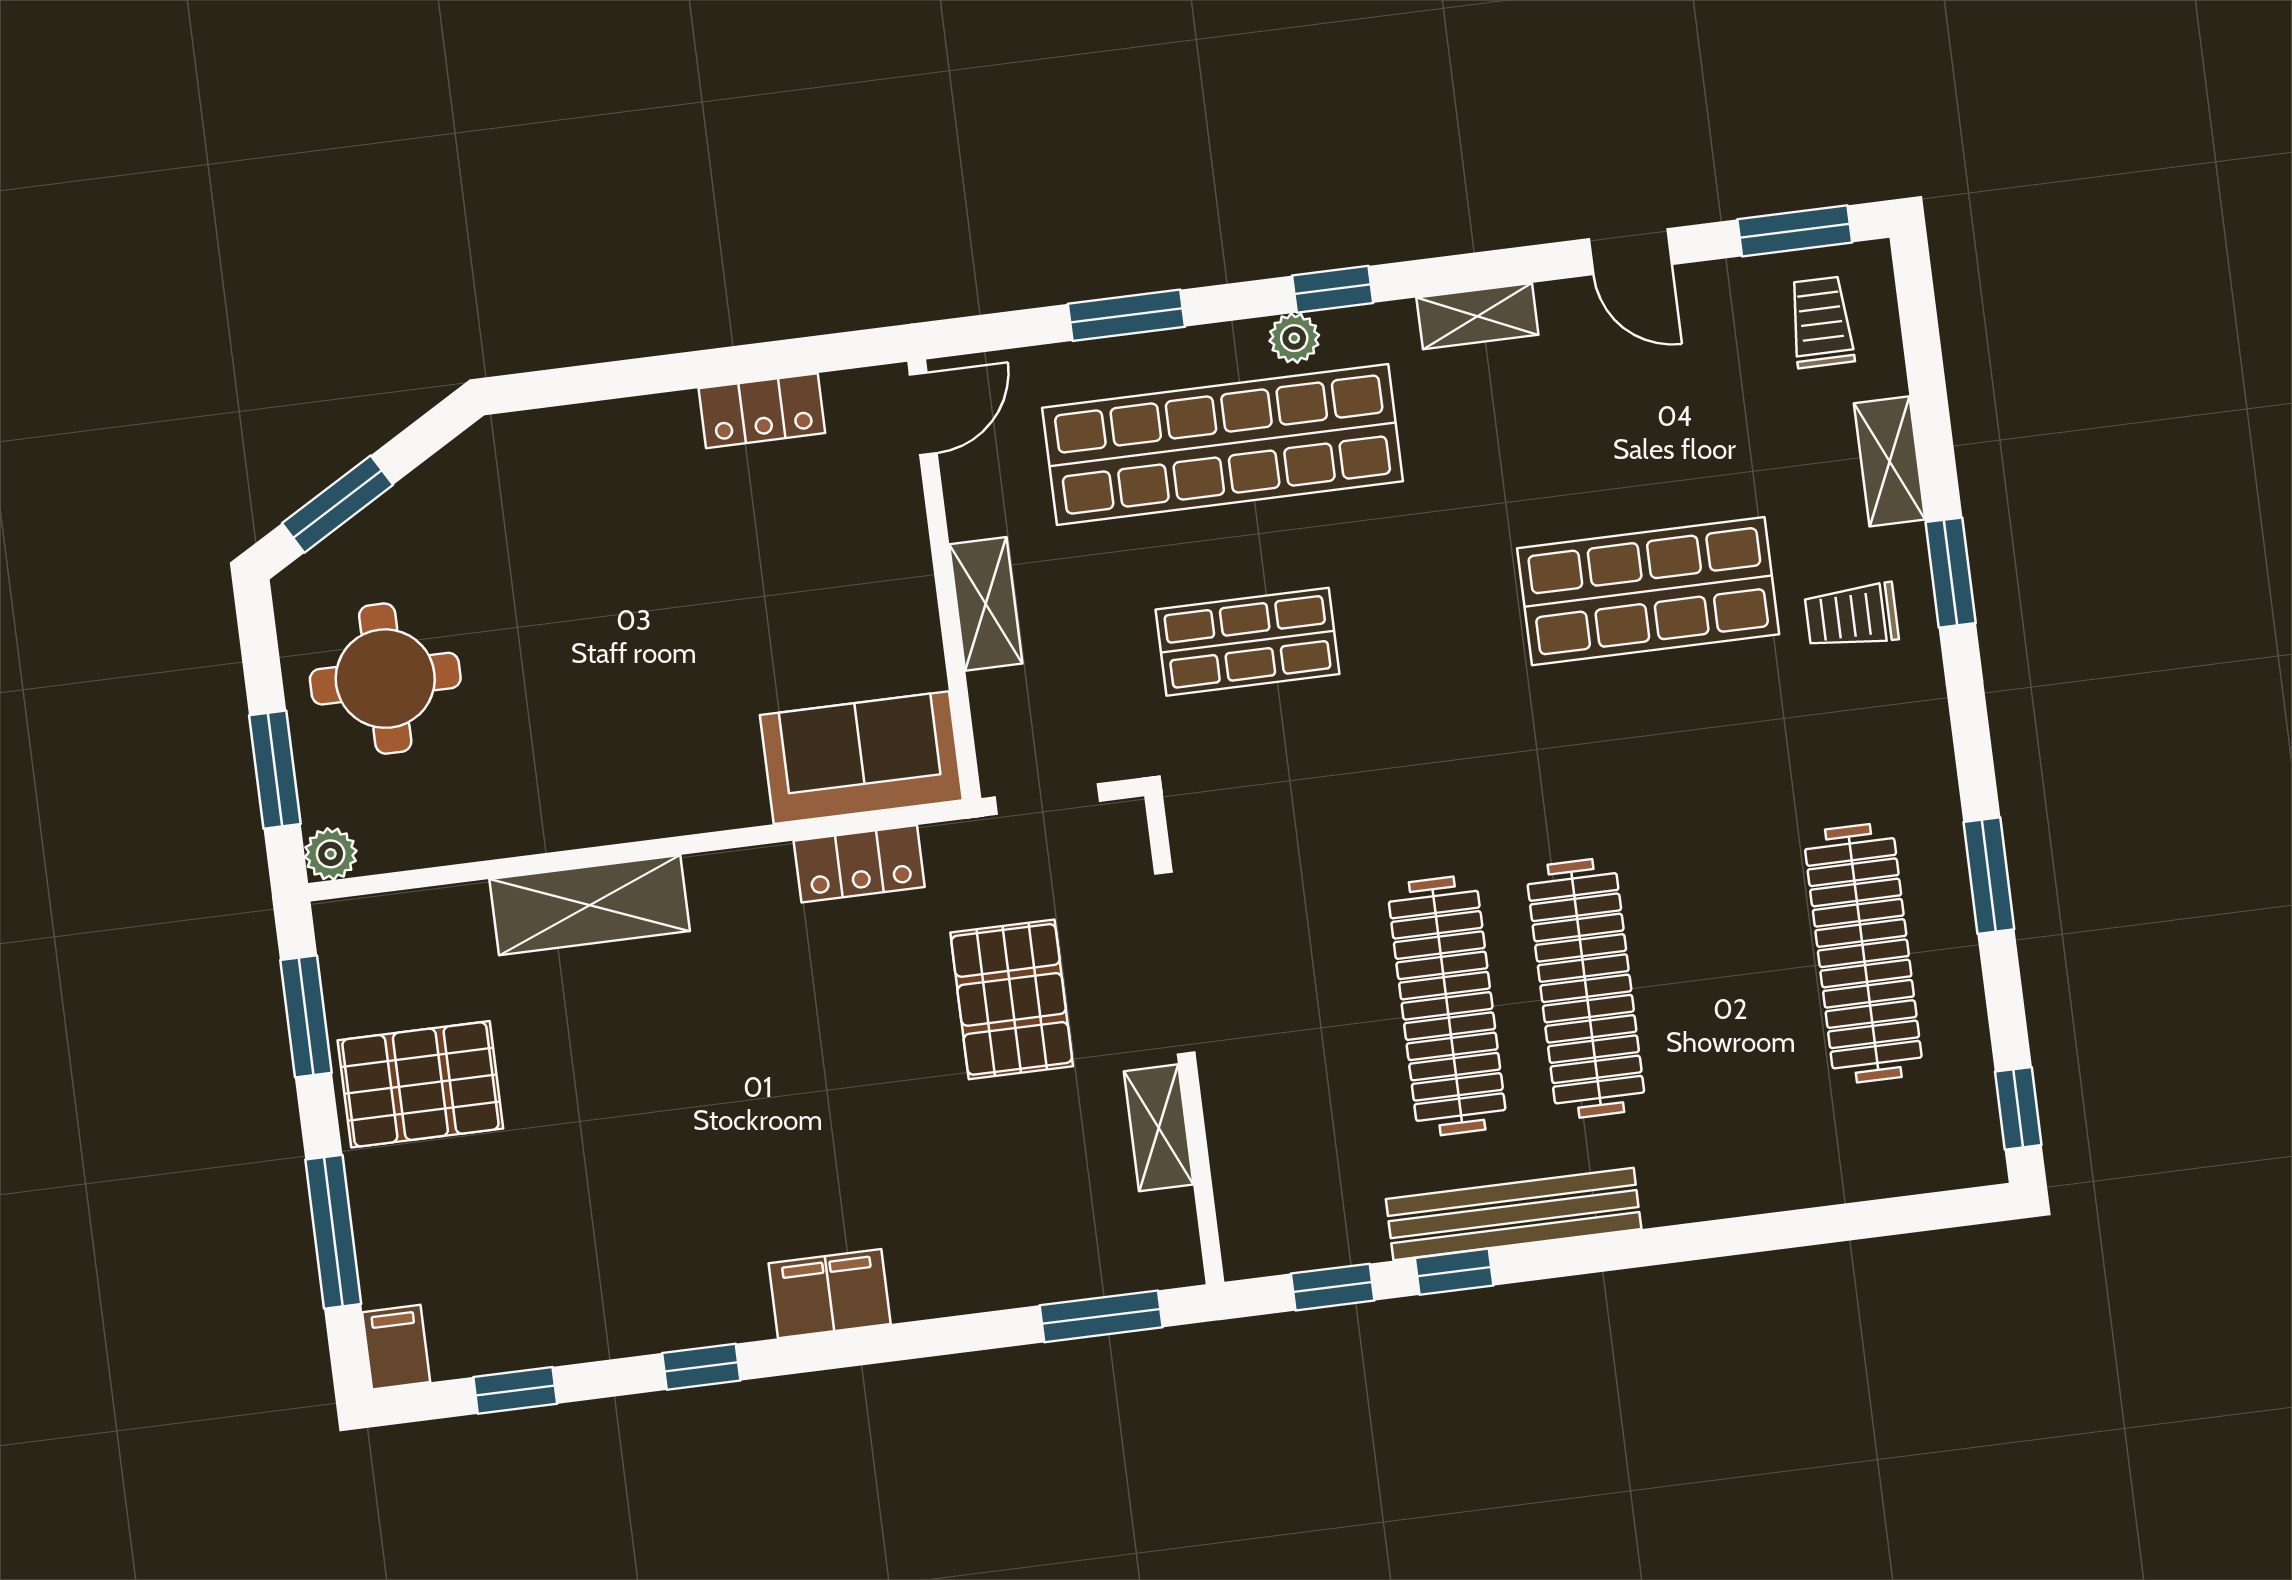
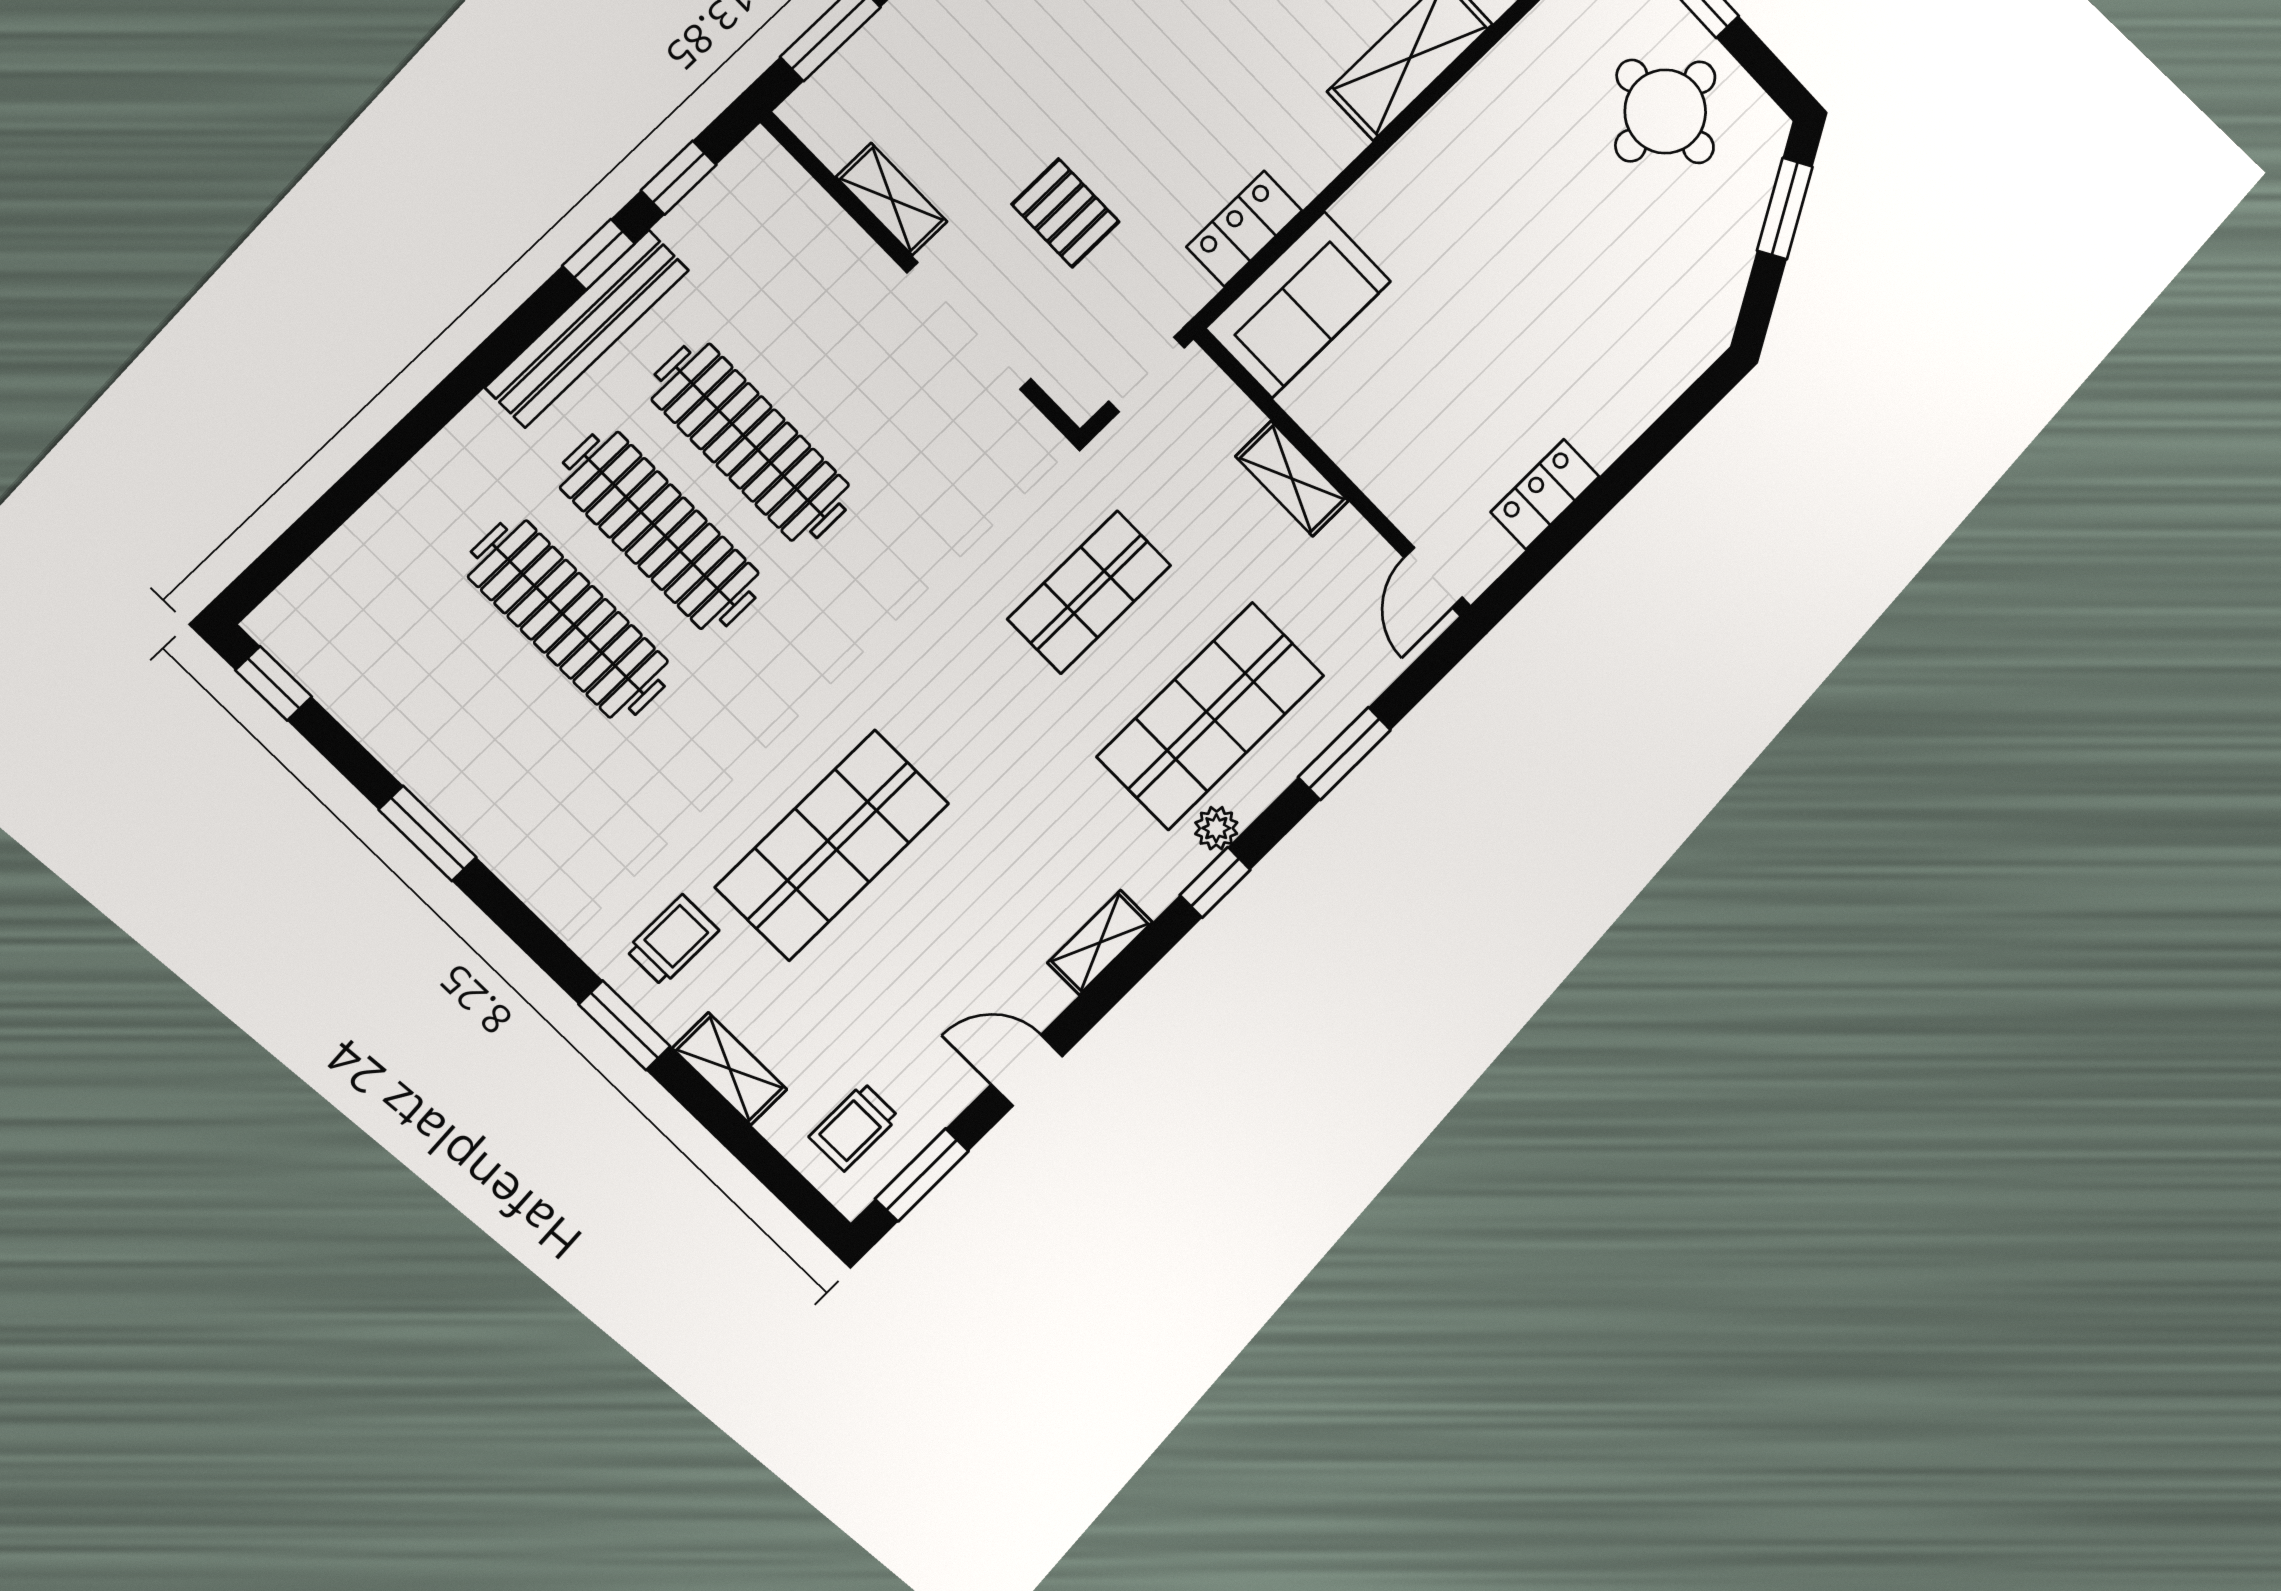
trolley: (1821, 322) -> (854, 1127), turned 90
shop shelf: (1223, 445) -> (1210, 716), width x0.71
clothes rail: (1863, 953) -> (568, 619), moved
pallet: (1012, 999) -> (1065, 213), width x0.67, depth x0.71

